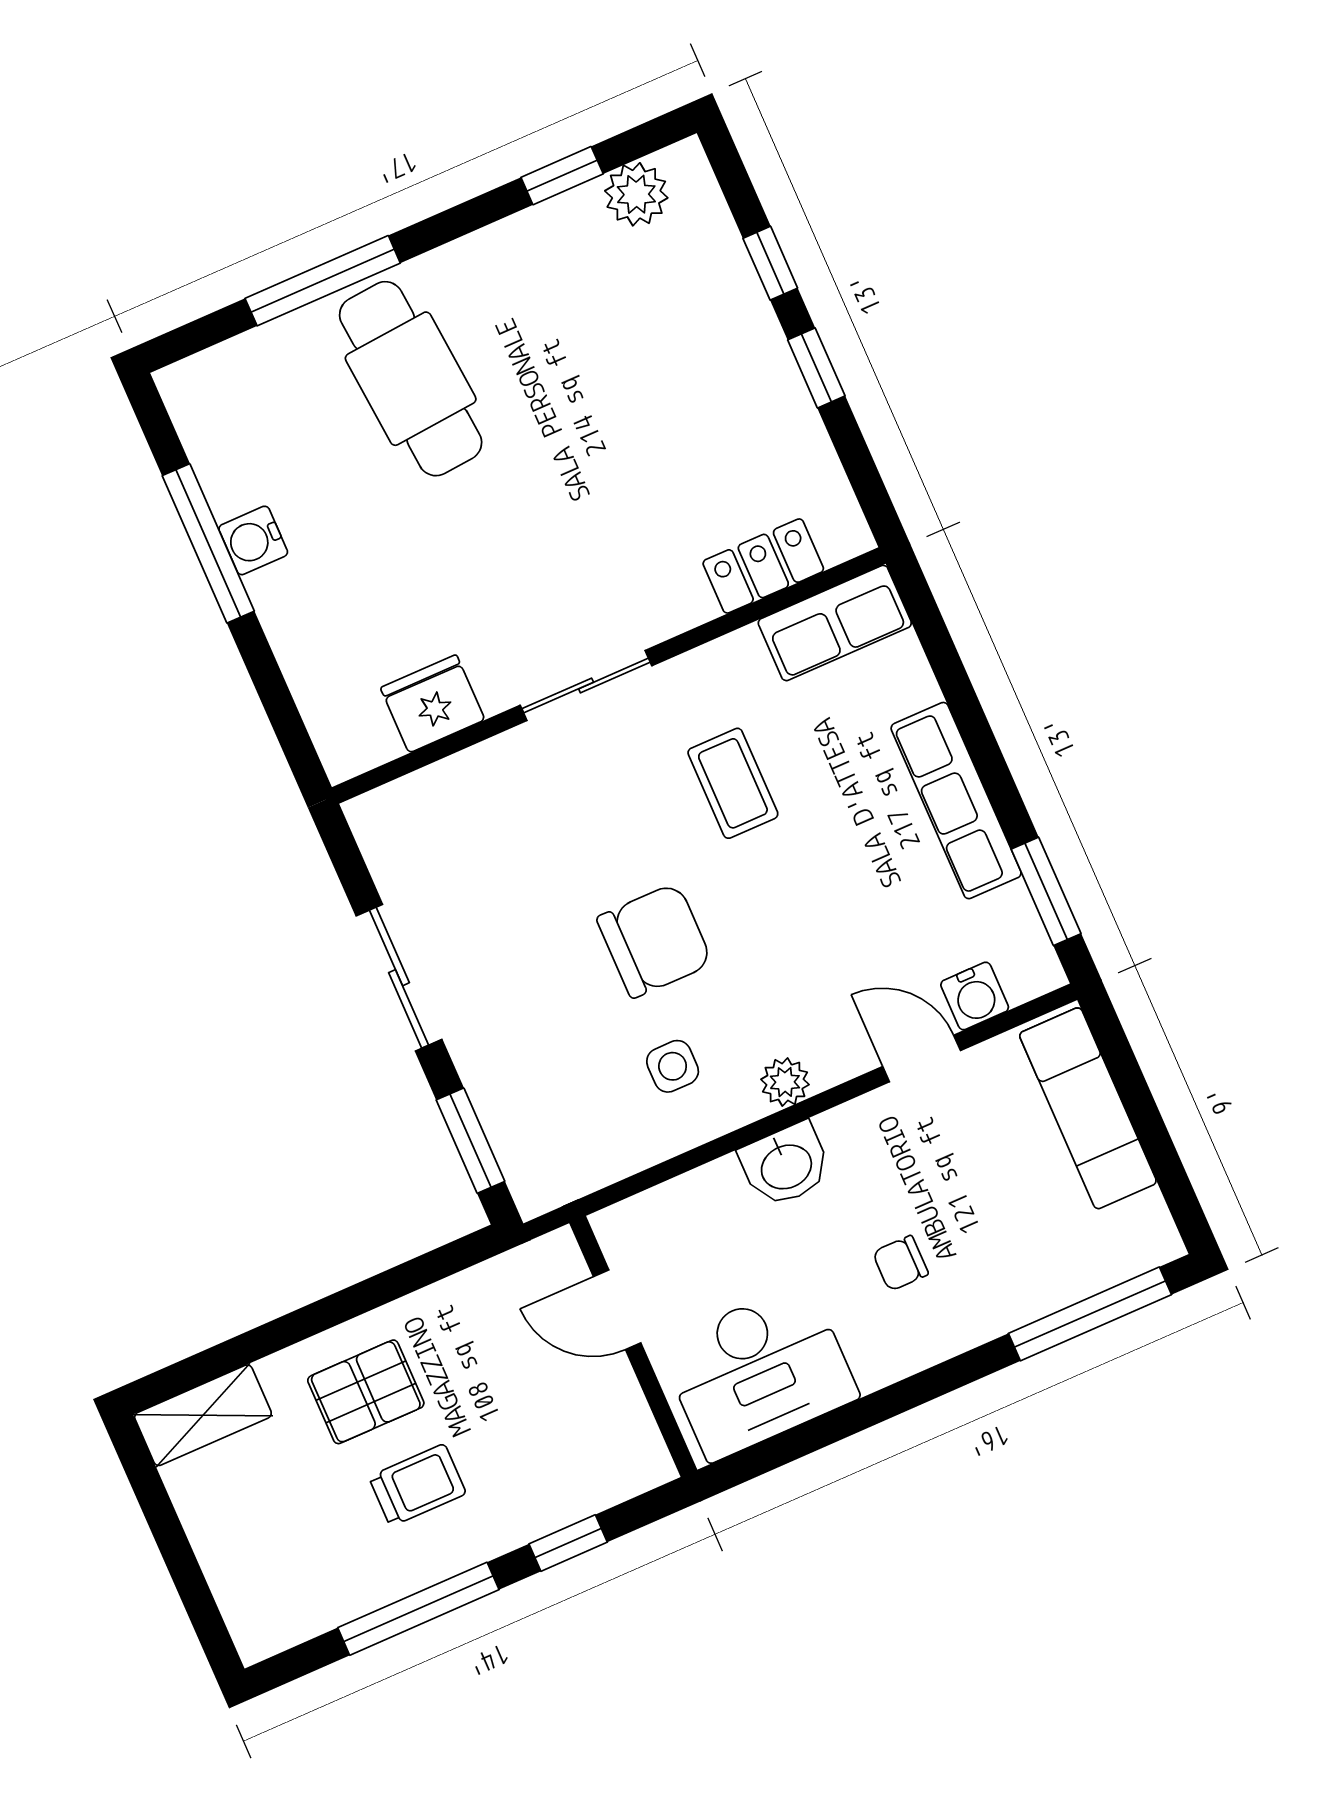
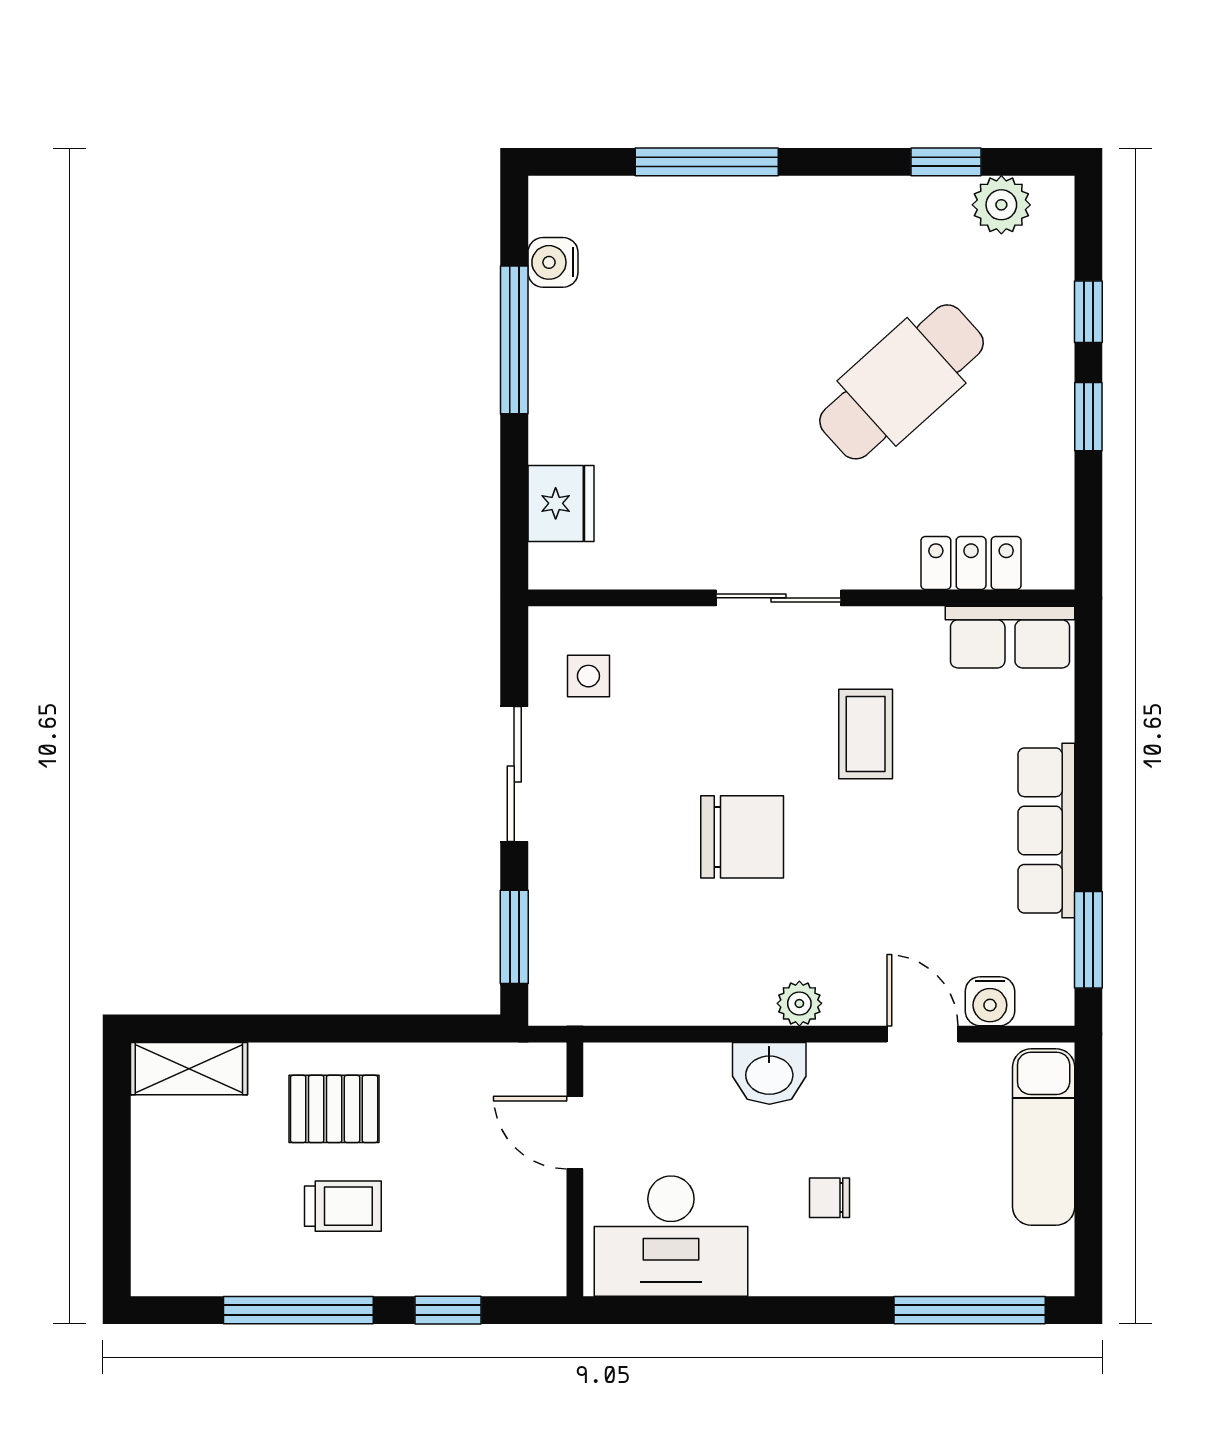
cafe table: (411, 379) -> (902, 382), moved, turned 53
water cooler: (253, 540) -> (553, 262), moved
fridge: (433, 704) -> (561, 503), moved, turned 90
side table: (673, 1066) -> (588, 676), moved

